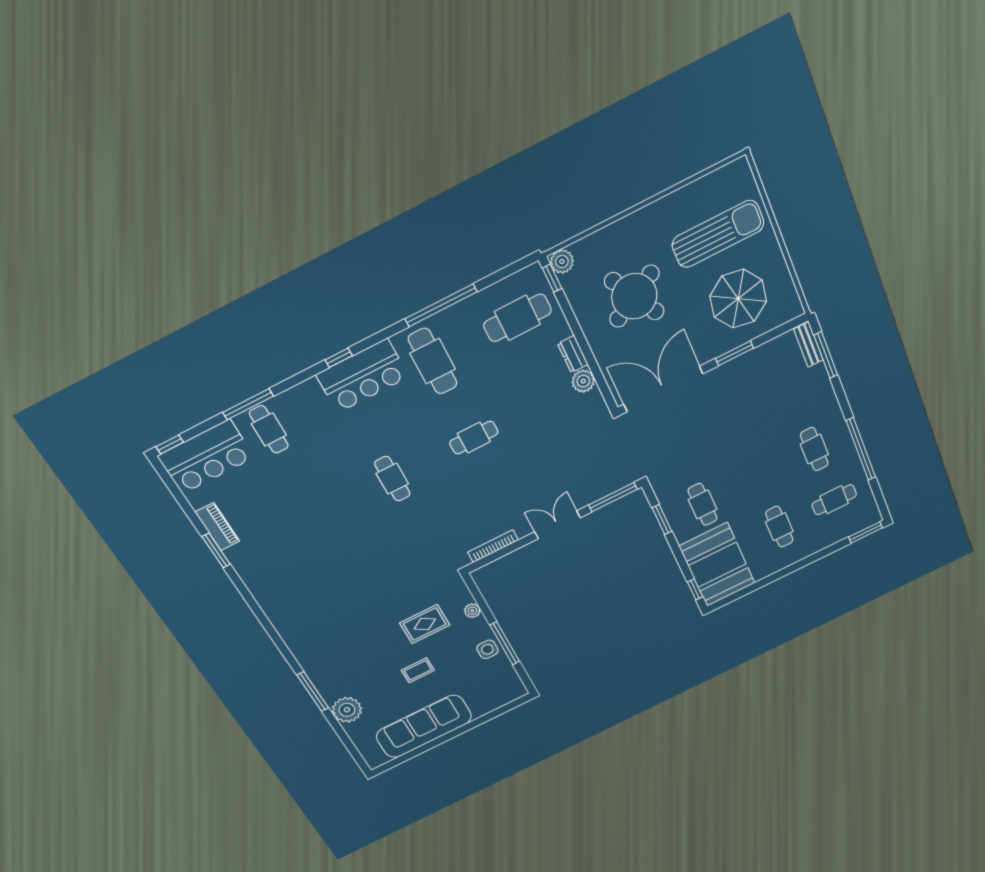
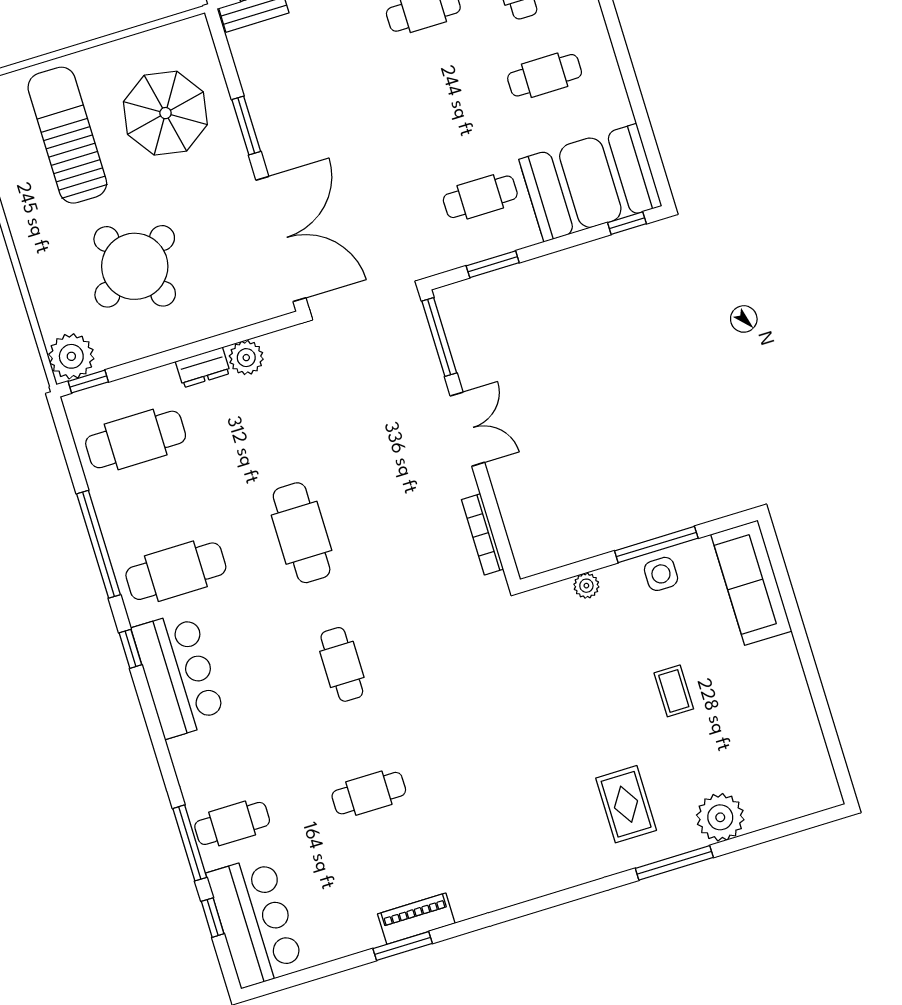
plant: (562, 261) -> (71, 356), width x1.36, depth x1.36
cafe table: (517, 318) -> (136, 439), turned 90
window: (339, 358) -> (130, 649), moved
double door: (663, 389) -> (281, 239), swing flipped
cafe table: (474, 438) -> (302, 533), width x1.37, depth x1.35
window: (170, 444) -> (213, 918), moved
cafe table: (392, 479) -> (342, 664), turned 90
cafe table: (311, 511) -> (369, 793), added
double door: (557, 525) -> (467, 429), swing flipped
piano: (217, 527) -> (416, 919), moved
rug: (425, 624) -> (626, 804), moved
sofa: (424, 726) -> (751, 583), moved, width x0.74, depth x0.79

